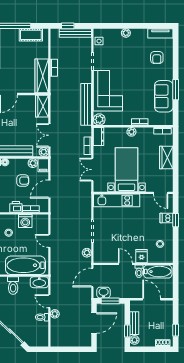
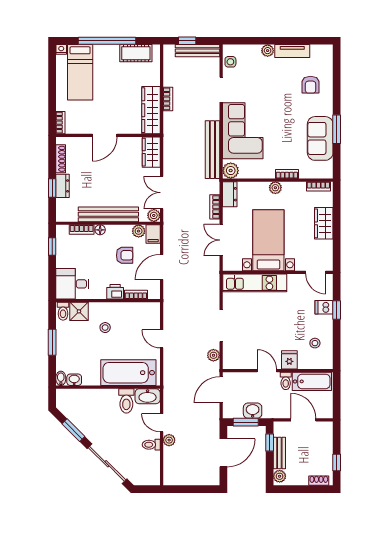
tv unit: (160, 33) -> (292, 51), moved
washing machine: (25, 221) -> (128, 311), removed
toilet: (13, 286) -> (126, 401), moved
washbasin: (104, 293) -> (253, 411), moved
window: (127, 331) -> (270, 442), moved

